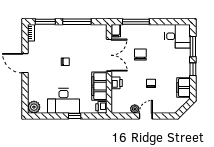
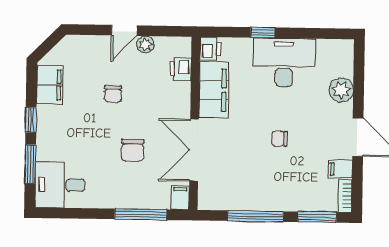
filing cabinet: (34, 47) -> (340, 169), added
printer: (117, 83) -> (181, 69), moved
plant: (34, 107) -> (341, 90), moved

